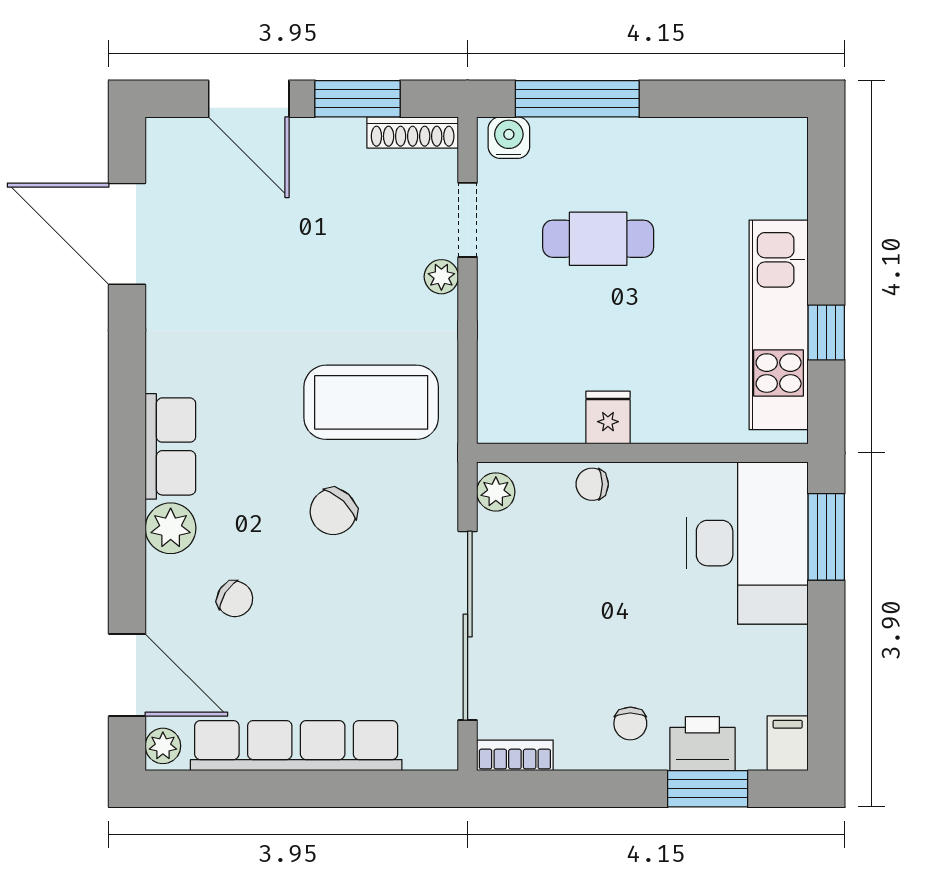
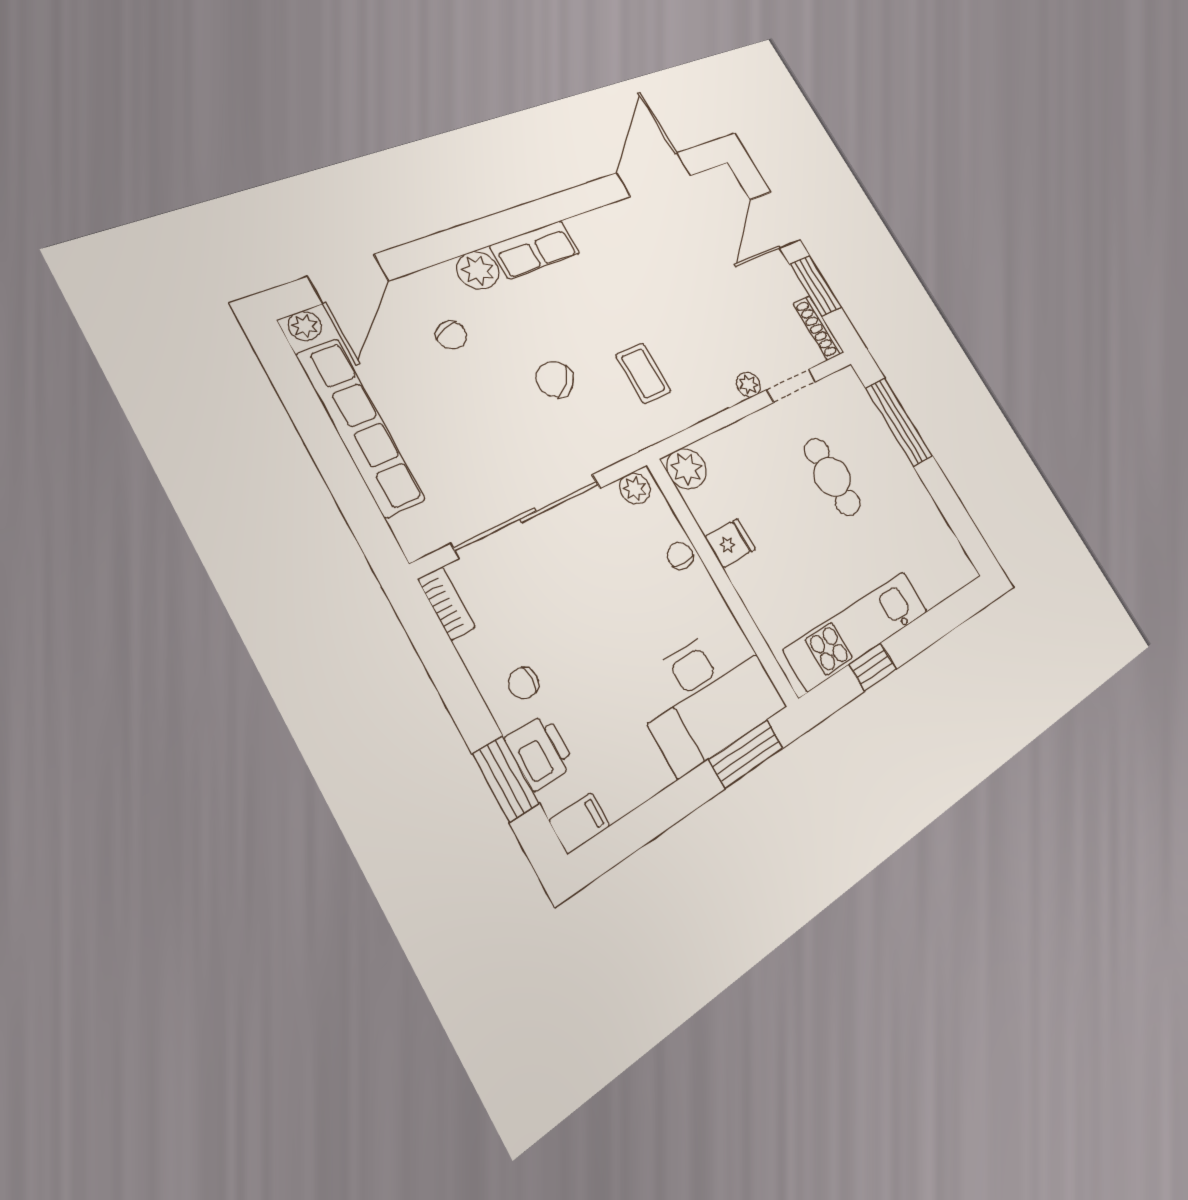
water cooler: (509, 138) -> (852, 390), removed
coffee table: (371, 402) -> (643, 373), width x0.54, depth x0.58
plant: (503, 418) -> (686, 469), added
chair: (235, 599) -> (451, 335), turned -53

